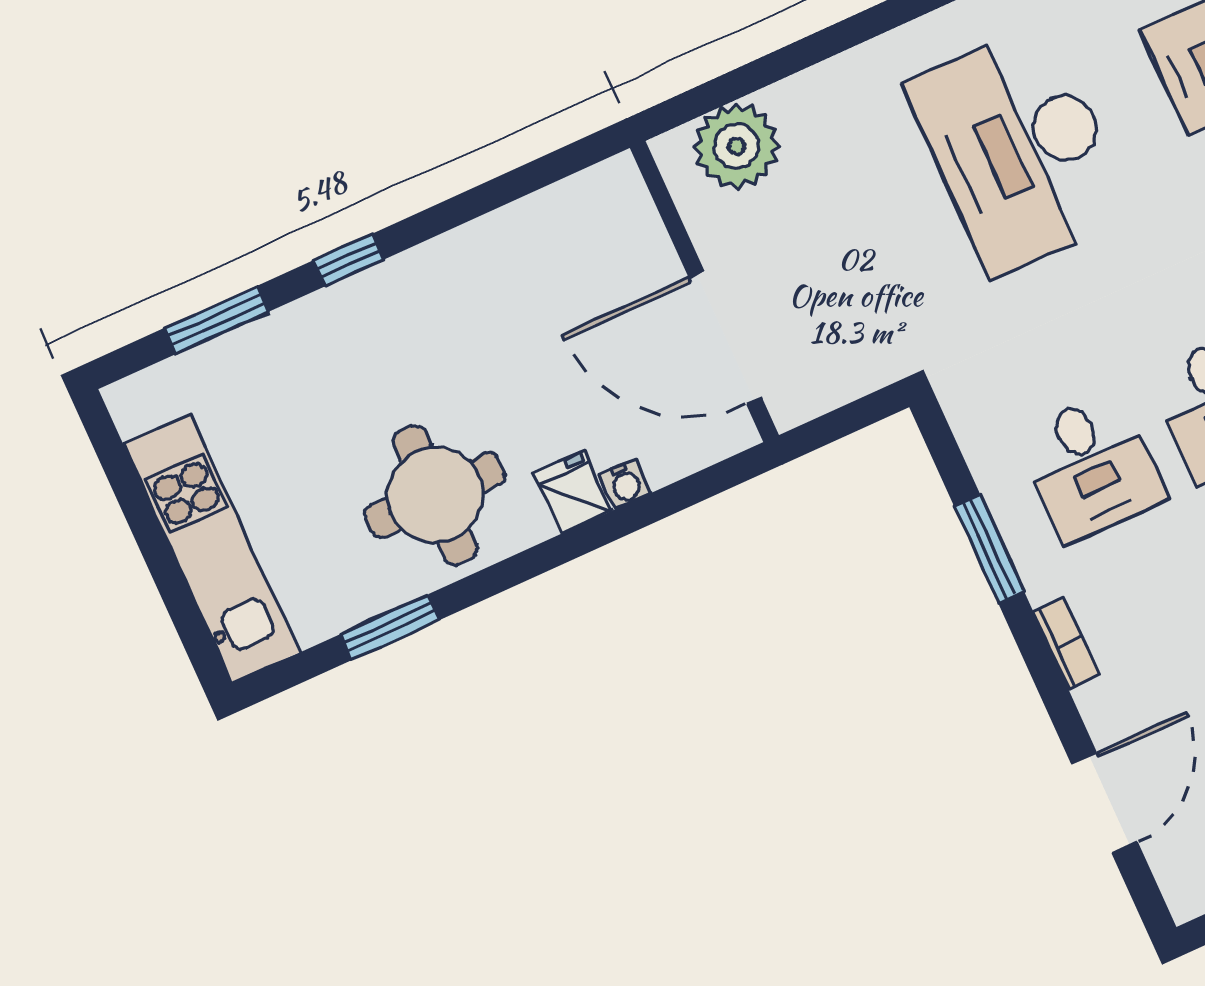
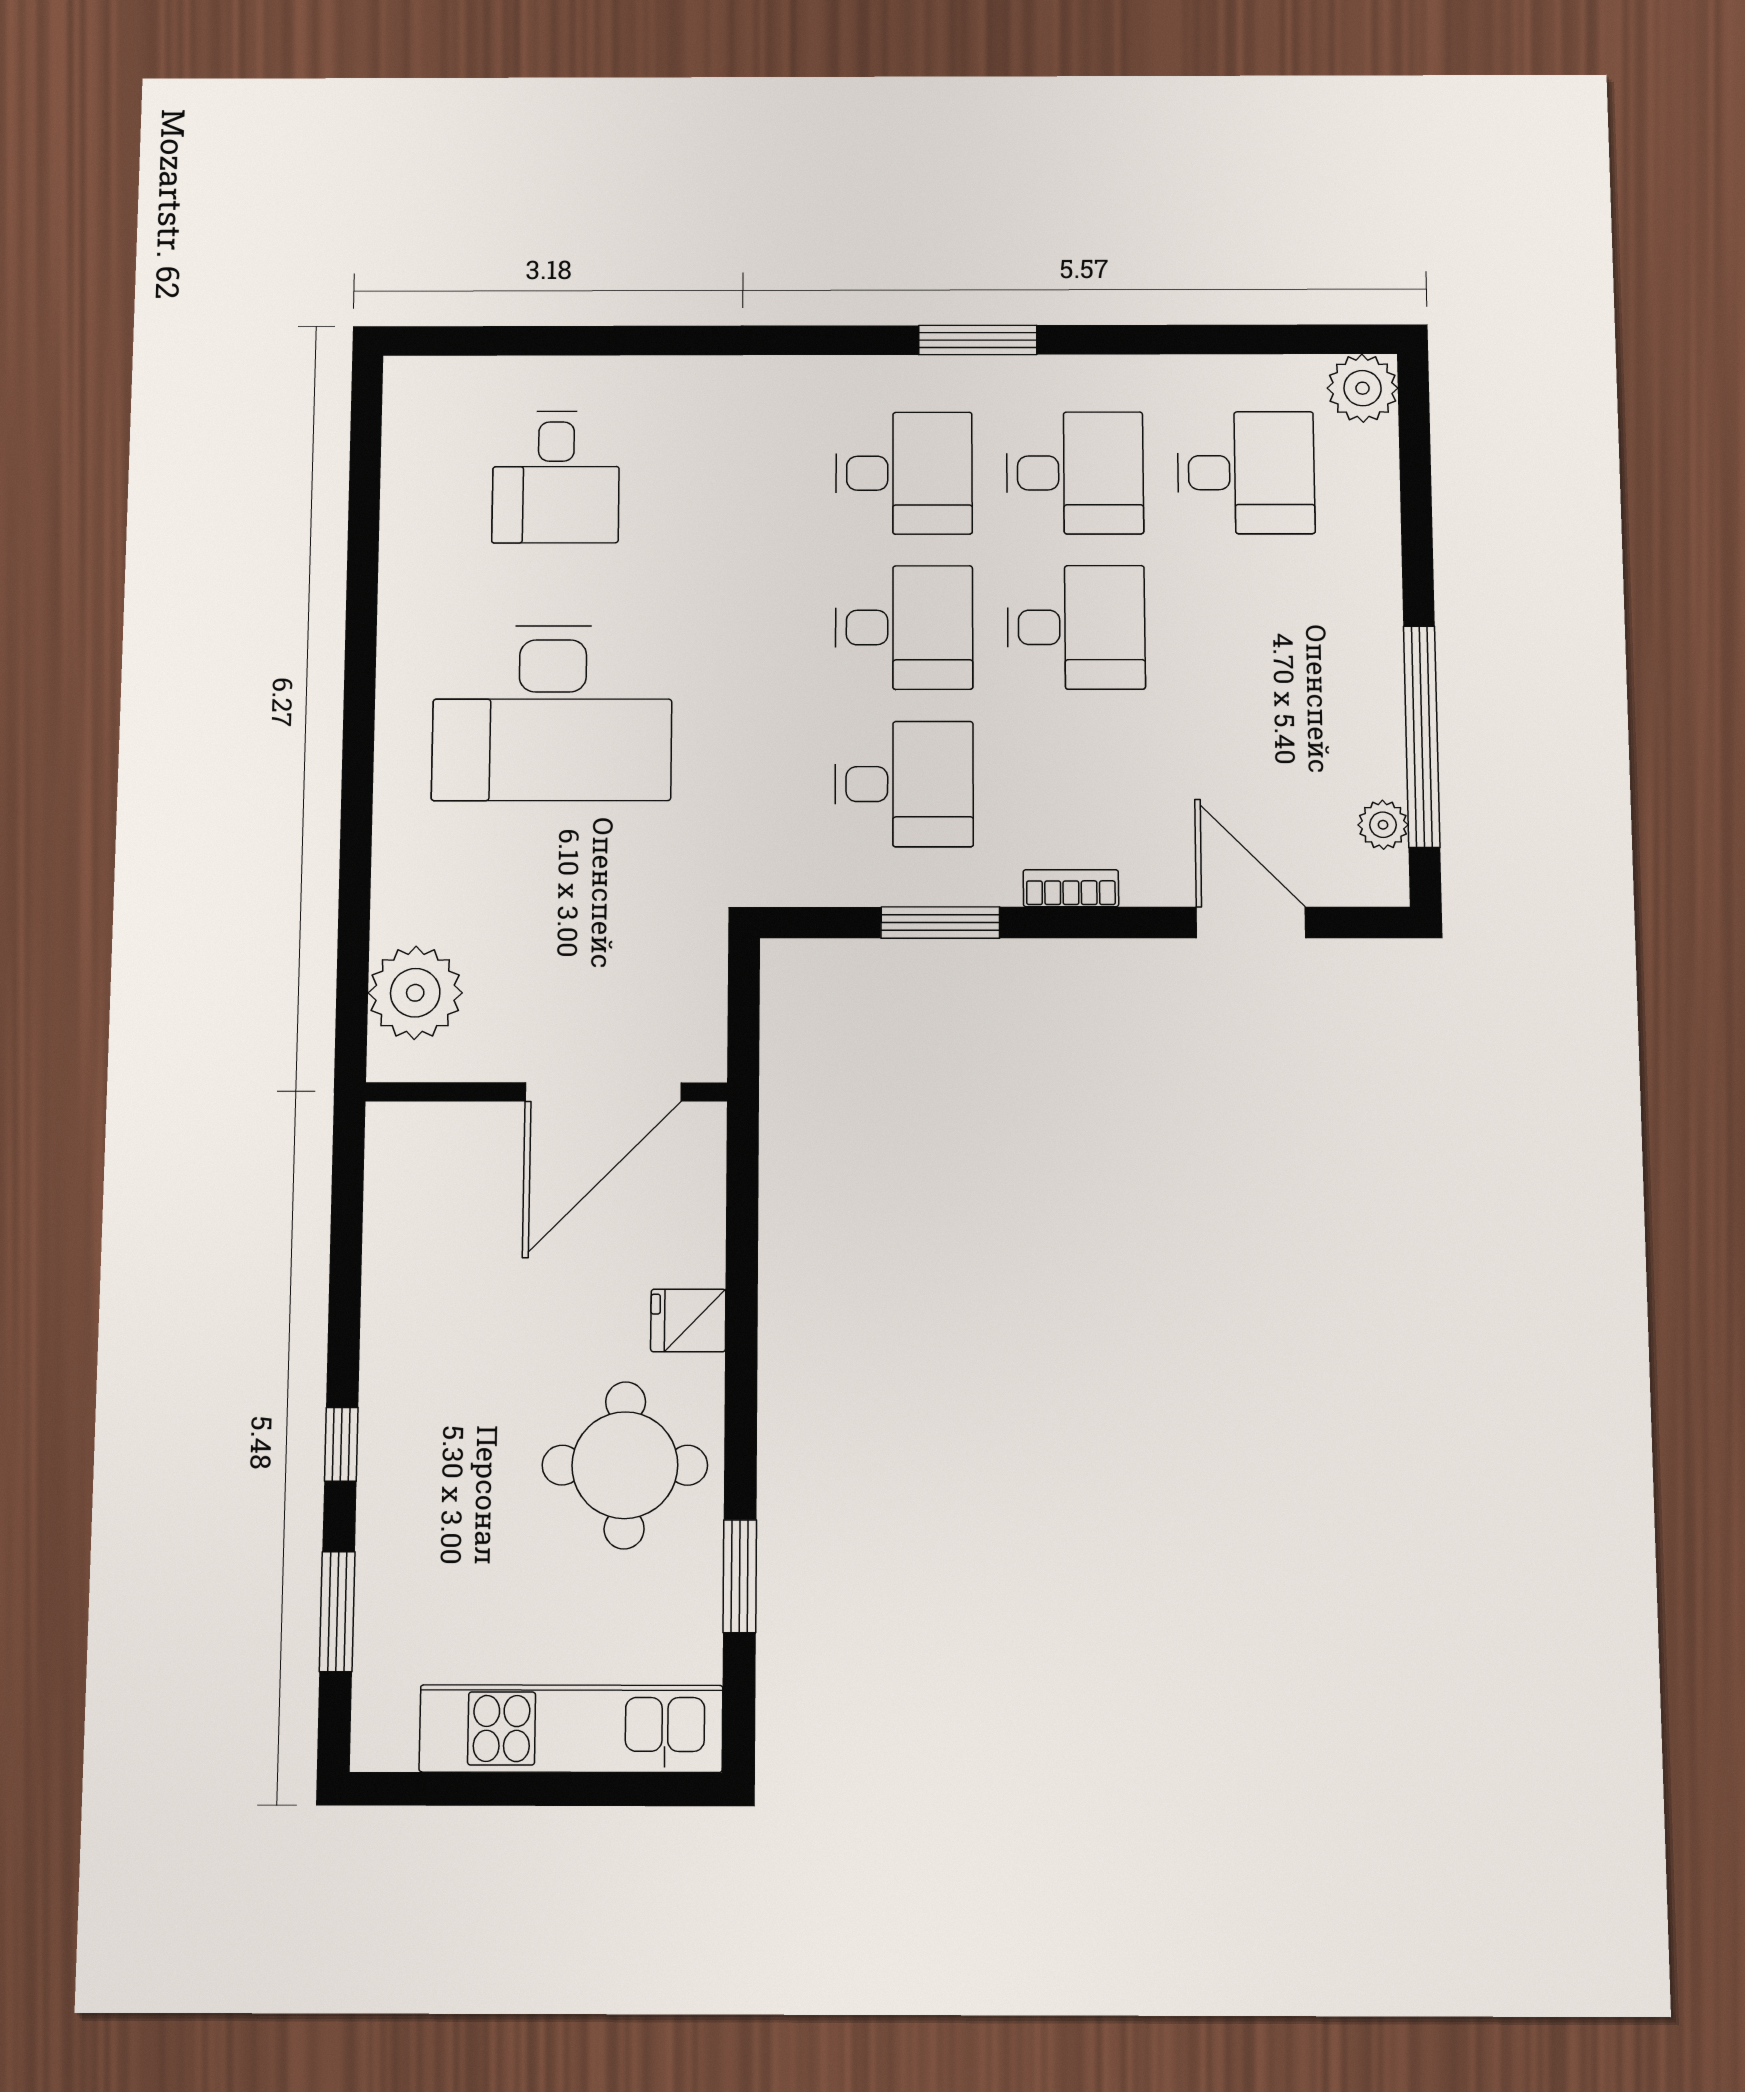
water cooler: (625, 484) -> (704, 1262), removed

